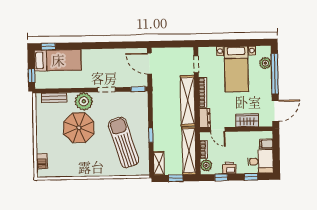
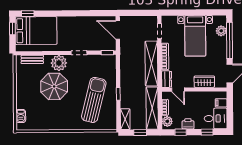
bed: (58, 60) -> (36, 31), width x1.50
window: (31, 76) -> (12, 29), moved
sun lounger: (124, 142) -> (94, 100), turned 31

